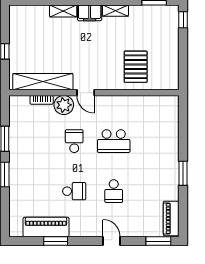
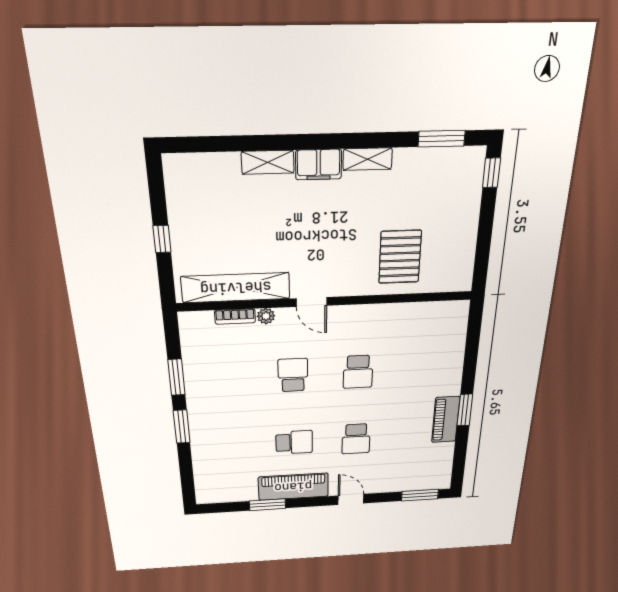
plant: (64, 105) -> (266, 316), width x0.53, depth x0.53
school desk: (114, 141) -> (358, 372), width x0.54
piano: (171, 218) -> (446, 420), moved
piano: (46, 227) -> (293, 487), moved

